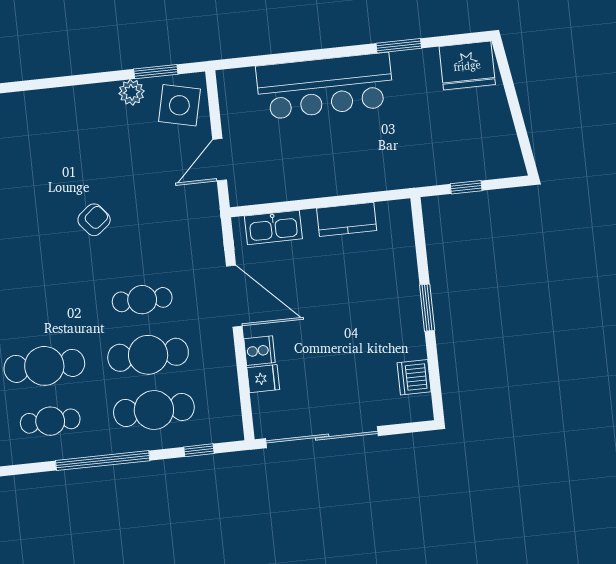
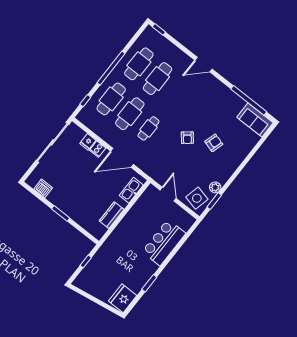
bar counter: (325, 86) -> (164, 242), width x0.73
armchair: (59, 167) -> (214, 143), added
cafe table: (50, 421) -> (139, 64), width x1.37, depth x1.35

